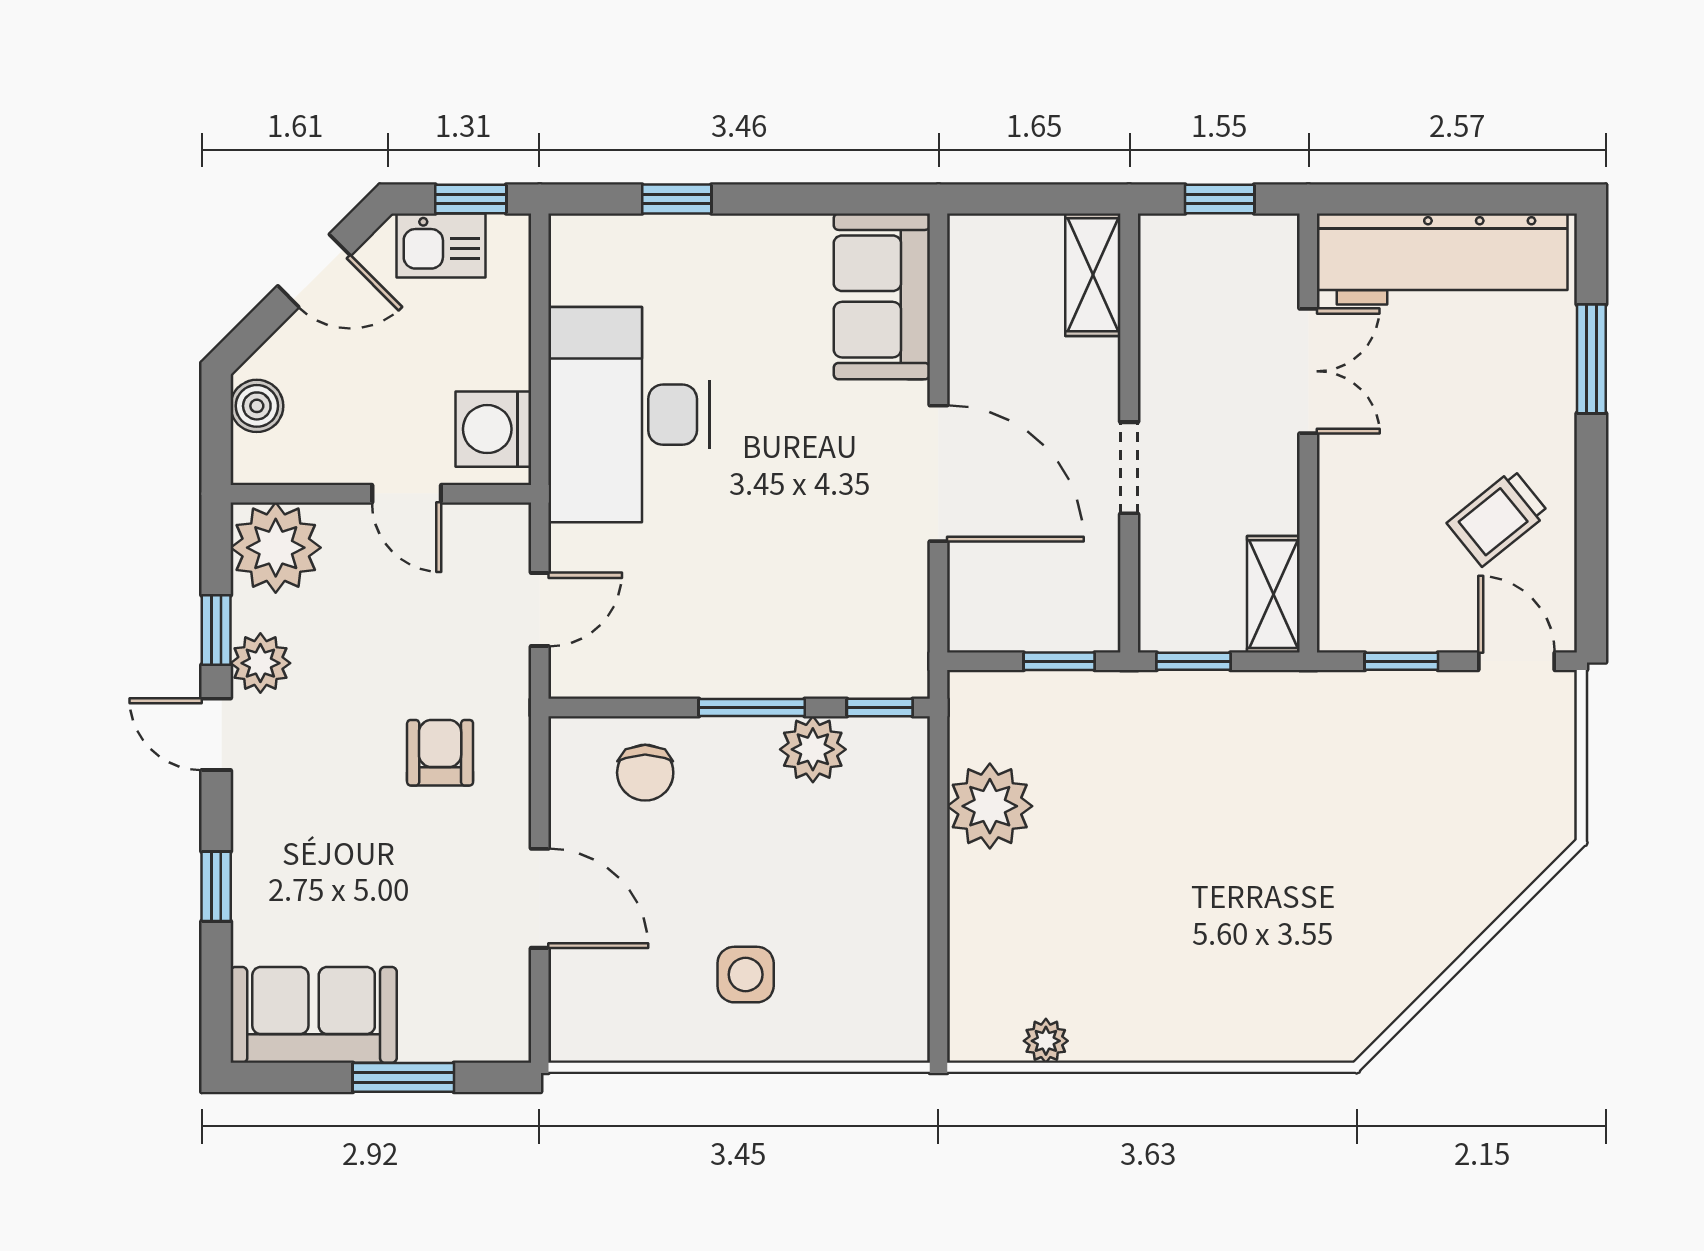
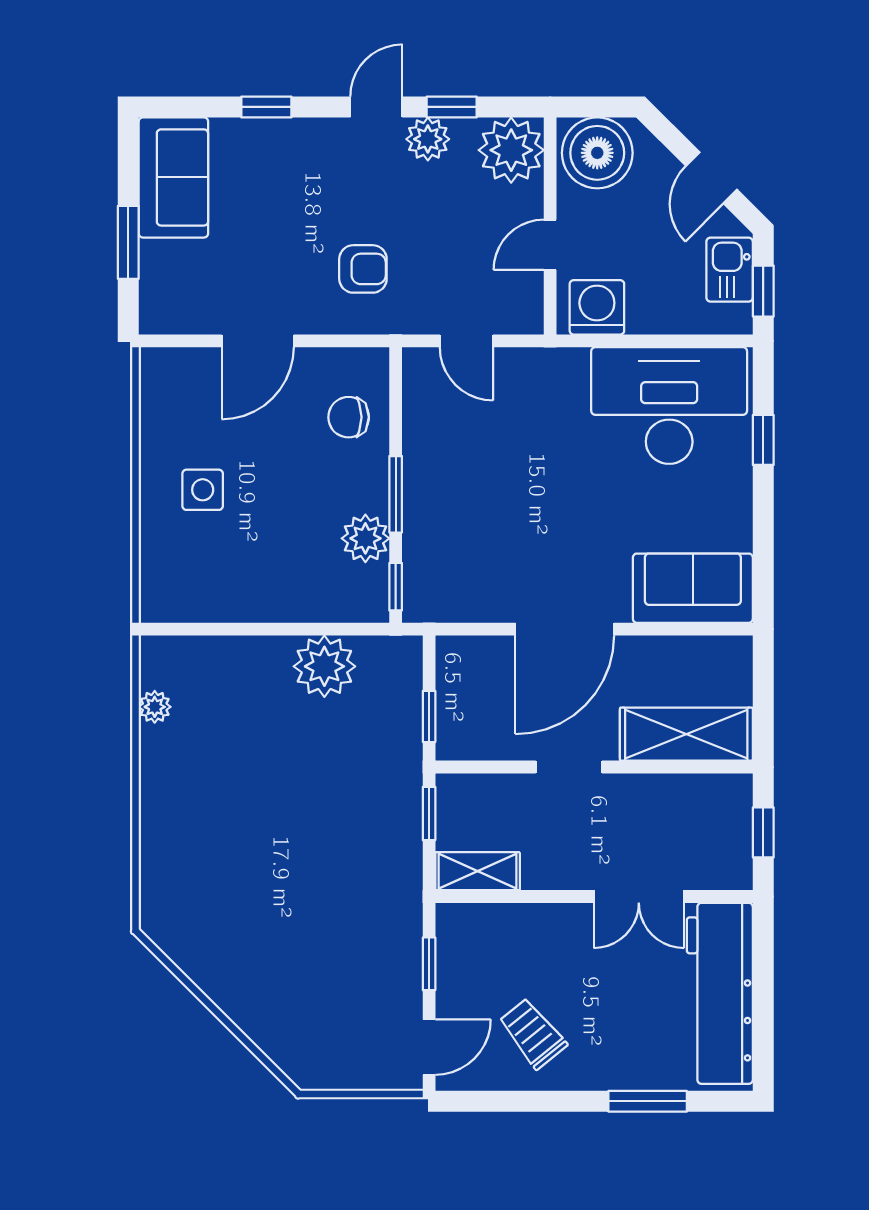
shelving: (1093, 275) -> (686, 734), width x1.50, depth x1.33
boiler: (257, 406) -> (597, 153), width x1.86, depth x1.86
desk: (629, 415) -> (669, 406), moved

